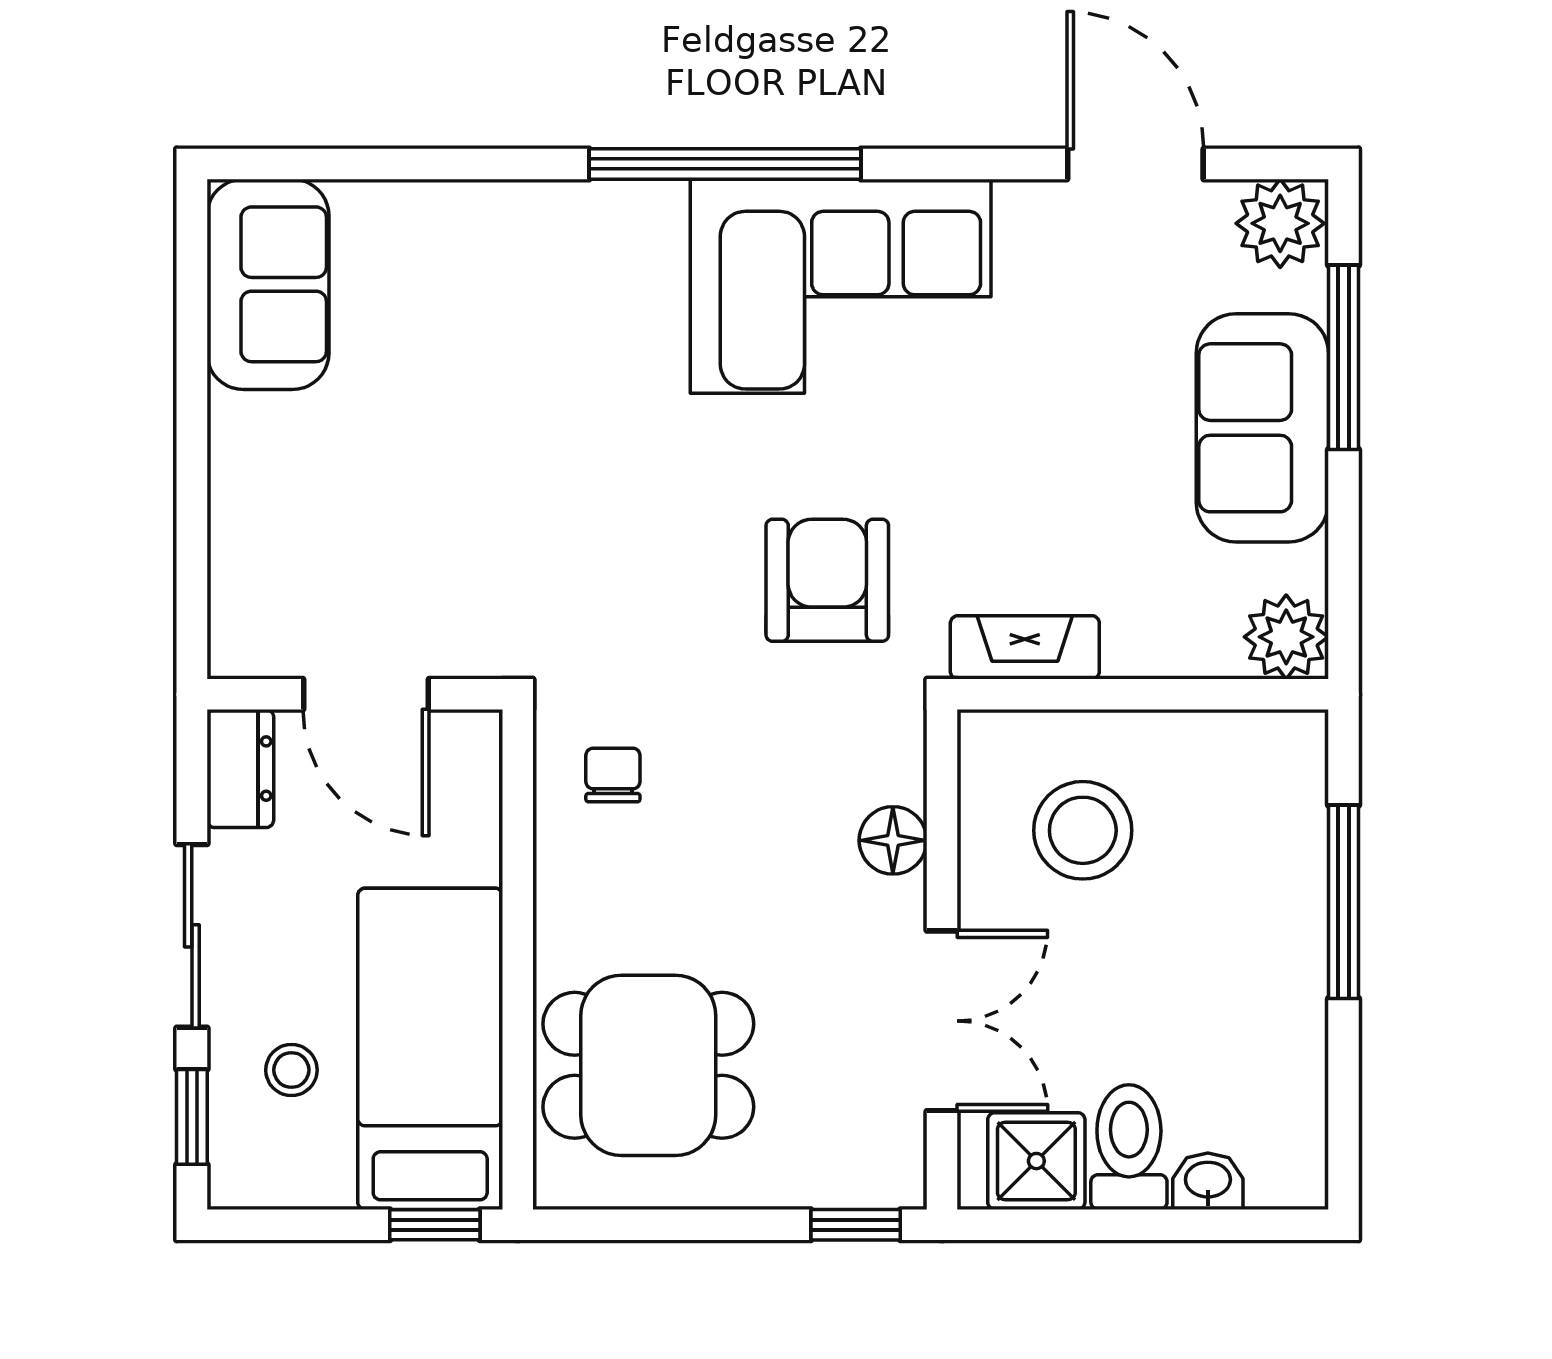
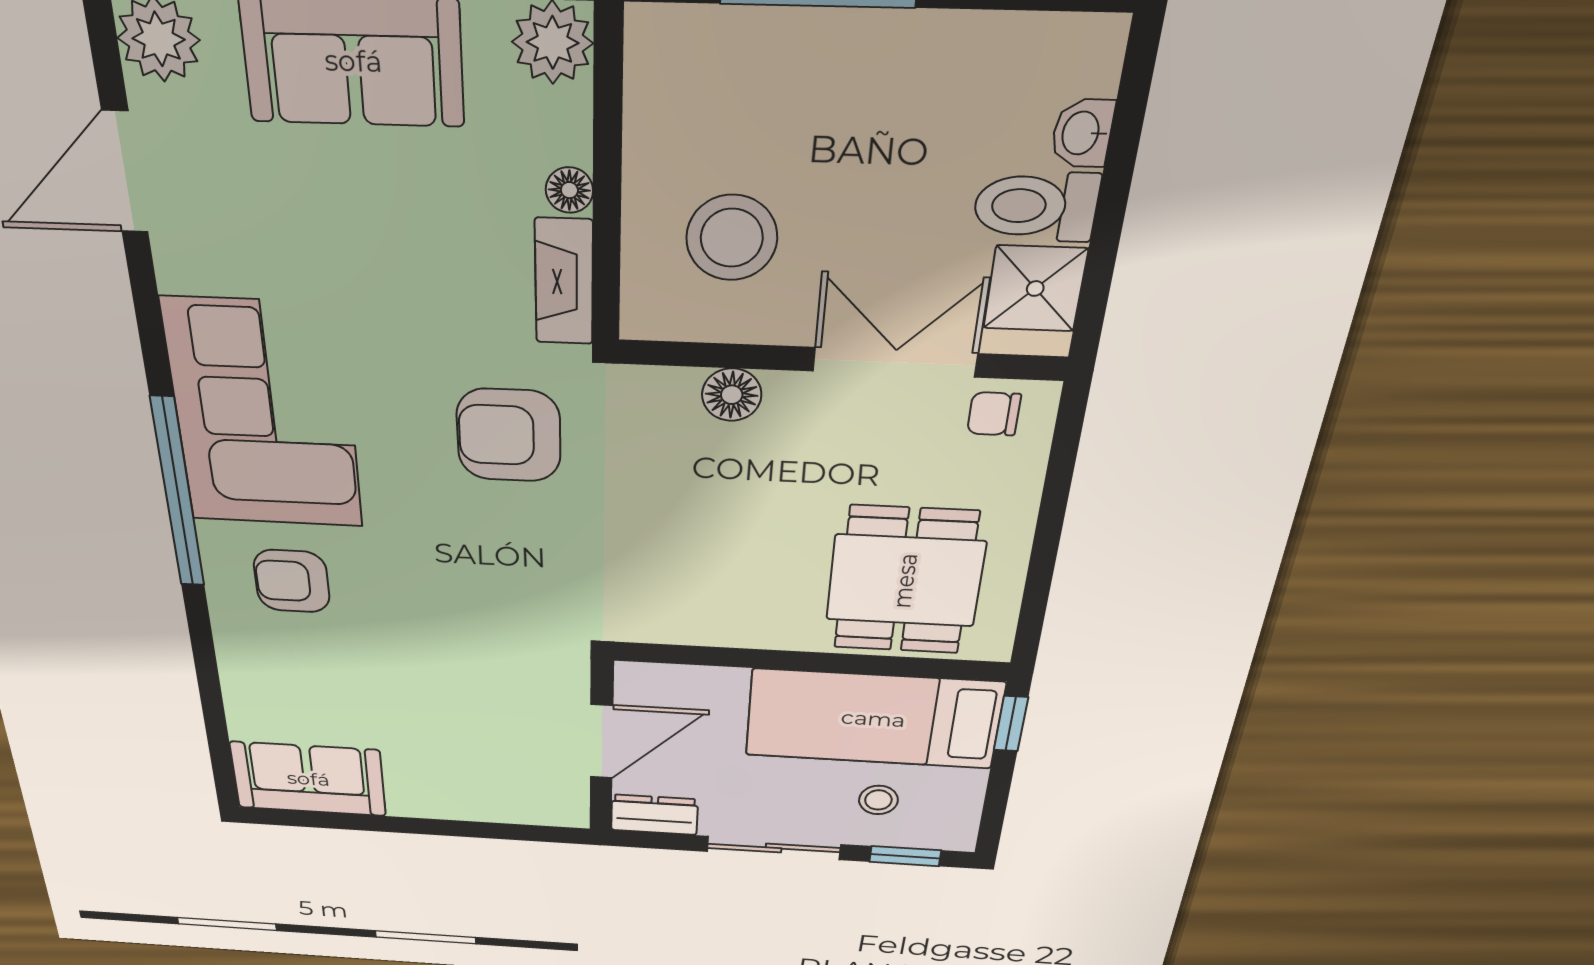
armchair: (602, 295) -> (292, 581), added
floor lamp: (1131, 654) -> (569, 190), added
chair: (613, 775) -> (994, 414), moved
window: (856, 1225) -> (1066, 438), removed

